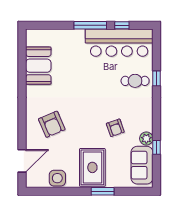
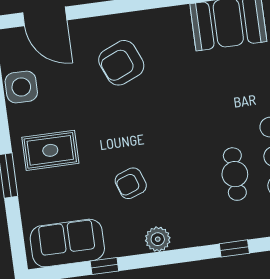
cafe table: (135, 81) -> (235, 174), moved
plant: (146, 139) -> (158, 239), moved
rug: (92, 167) -> (50, 150), width x0.73, depth x0.70

